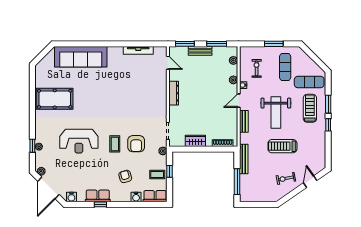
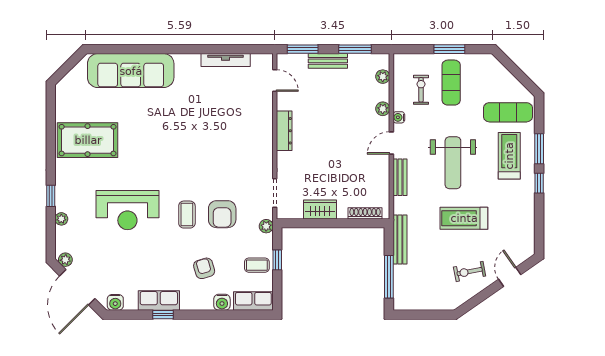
exercise mat: (285, 67) -> (451, 83), moved
window: (32, 146) -> (51, 196), moved

